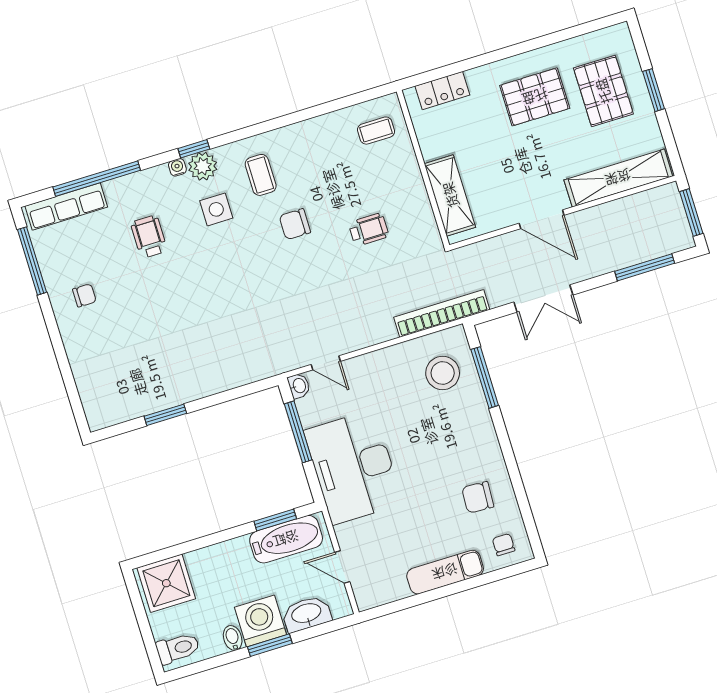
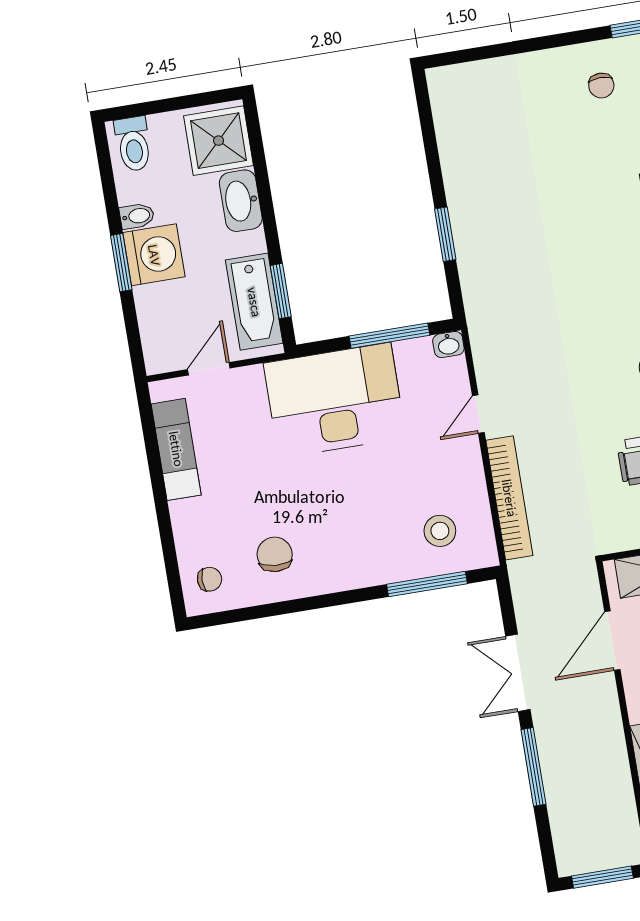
door: (542, 219) -> (612, 641), moved
window: (645, 267) -> (533, 767), moved
bookcase: (442, 313) -> (509, 498), moved
door: (326, 363) -> (478, 414), moved
stool: (443, 373) -> (440, 531), width x0.73, depth x0.73
window: (165, 415) -> (445, 234), moved
exam couch: (445, 572) -> (176, 449), moved
washbasin: (306, 614) -> (241, 201), moved, turned 180

